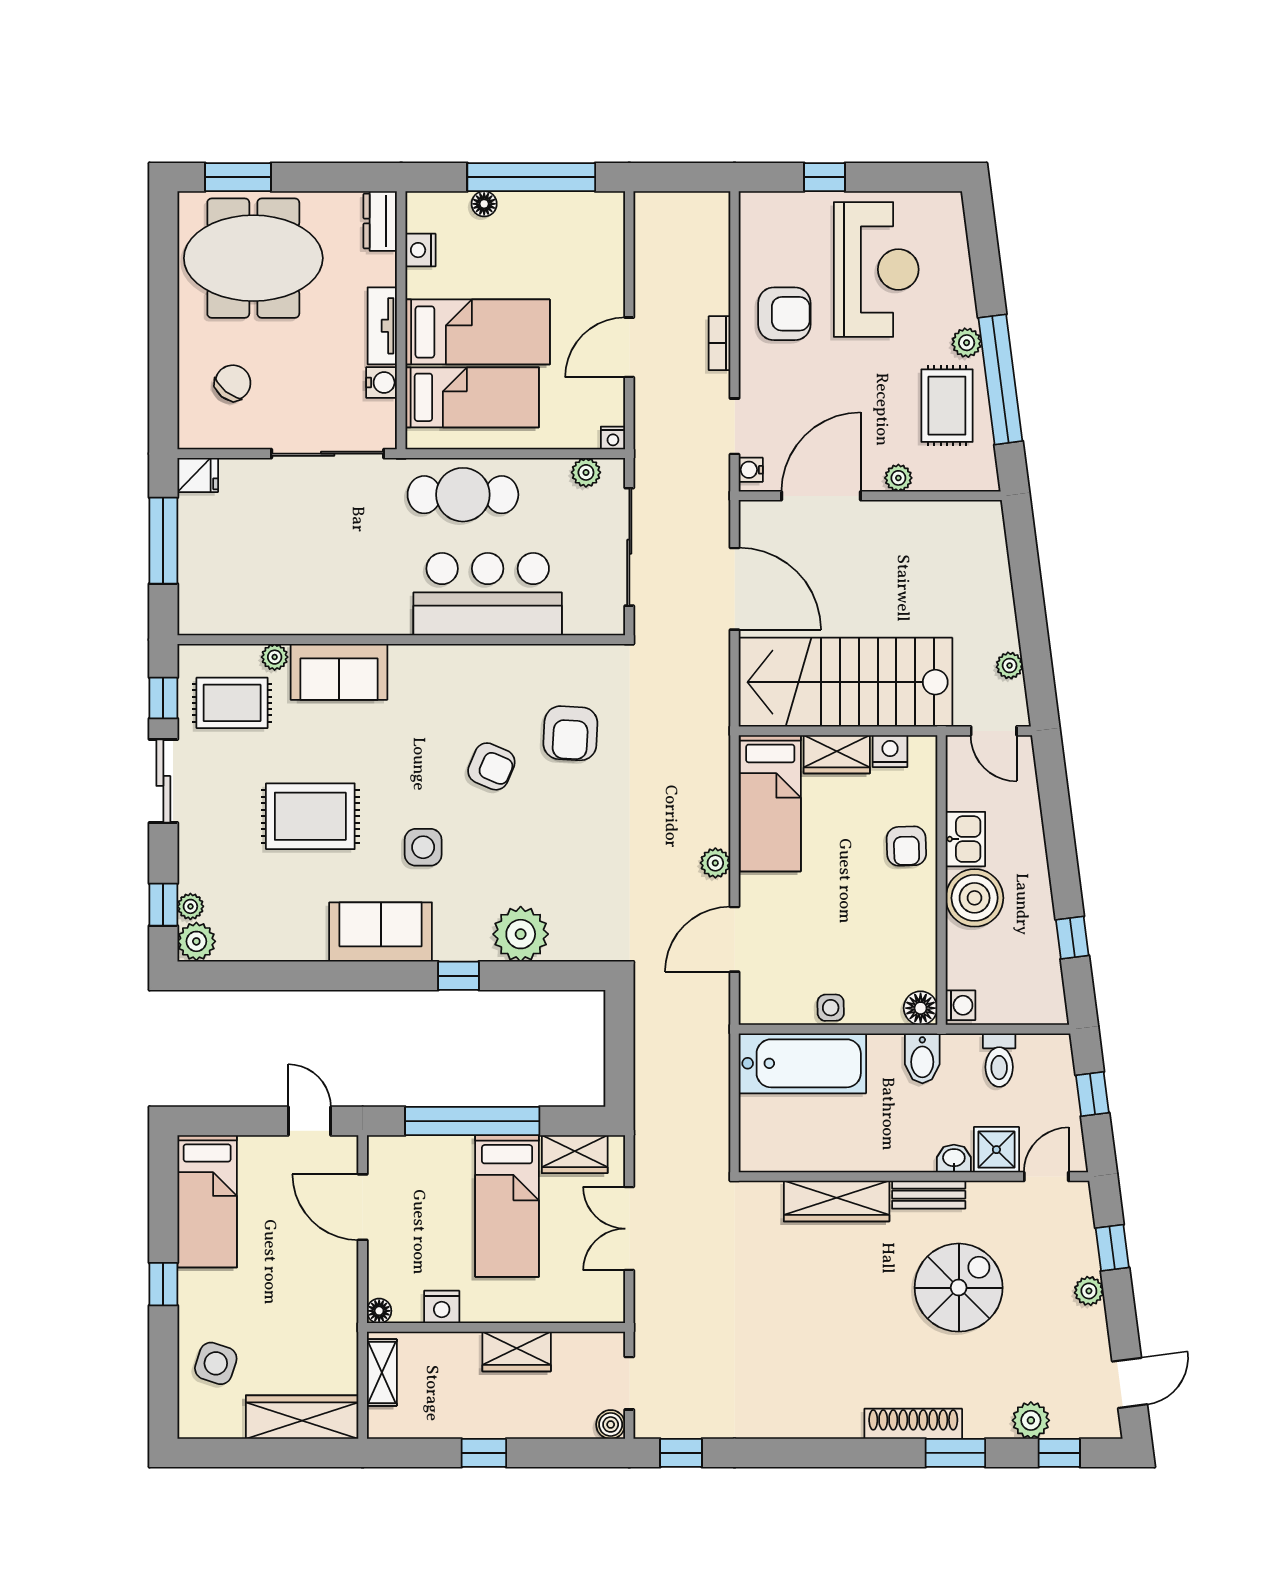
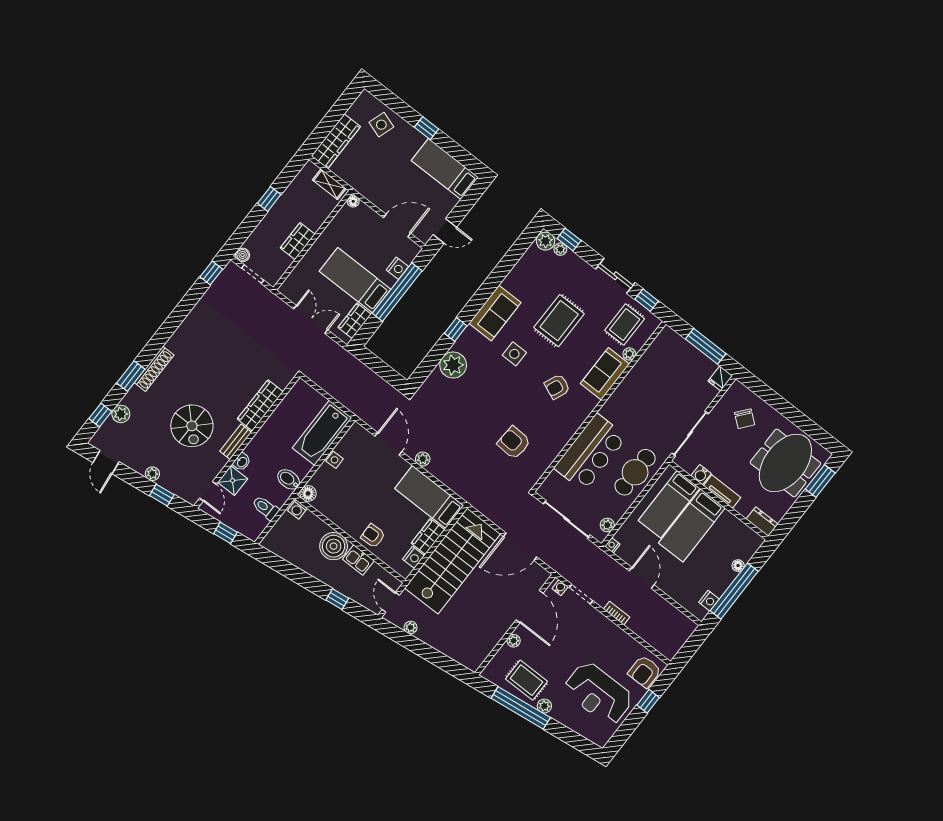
nightstand: (420, 250) -> (709, 601), moved, turned 90
armchair: (784, 314) -> (645, 672), moved
door: (994, 731) -> (391, 602), hinge flipped
armchair: (491, 766) -> (557, 387), moved
window: (1072, 938) -> (337, 599), moved
nightstand: (442, 1307) -> (397, 268), moved, turned 180

